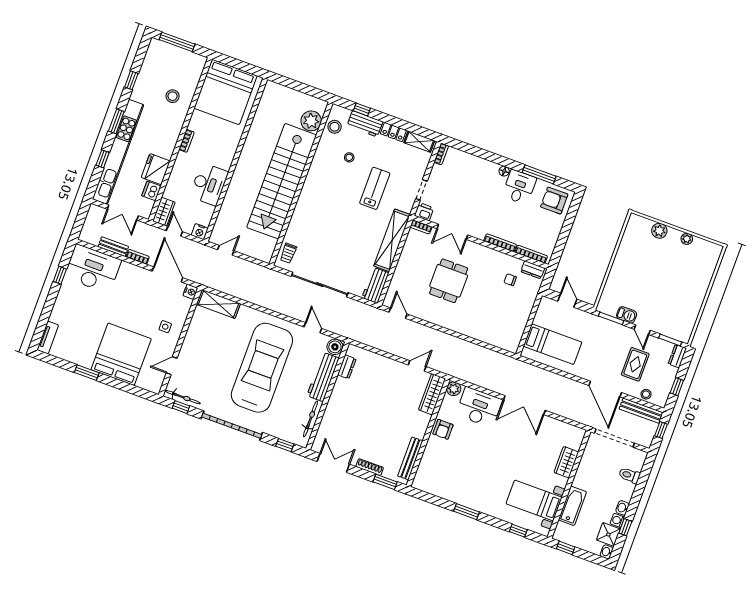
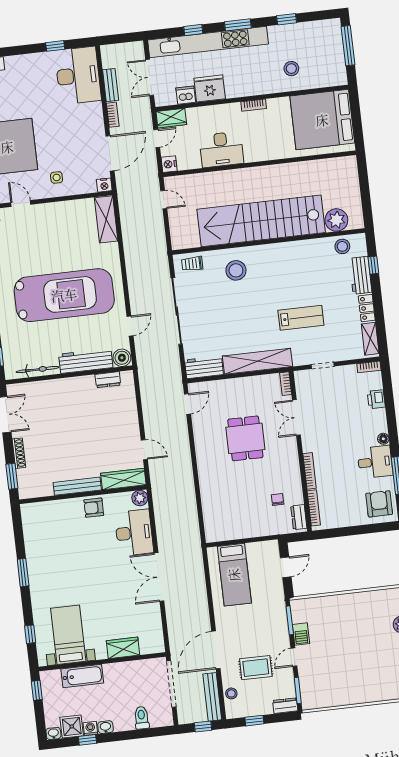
stool: (349, 157) -> (236, 270), moved, width x1.89, depth x1.89
printer: (424, 212) -> (376, 399), moved, turned 180
dining table: (449, 281) -> (245, 438), turned 90
bench: (410, 458) -> (77, 486), moved

